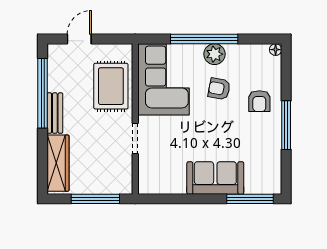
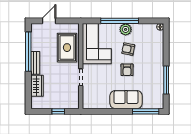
armchair: (259, 101) -> (127, 70), moved
window: (286, 125) -> (166, 80), moved
wardrobe: (58, 163) -> (37, 86), width x0.67
window: (95, 199) -> (58, 111), width x0.46

